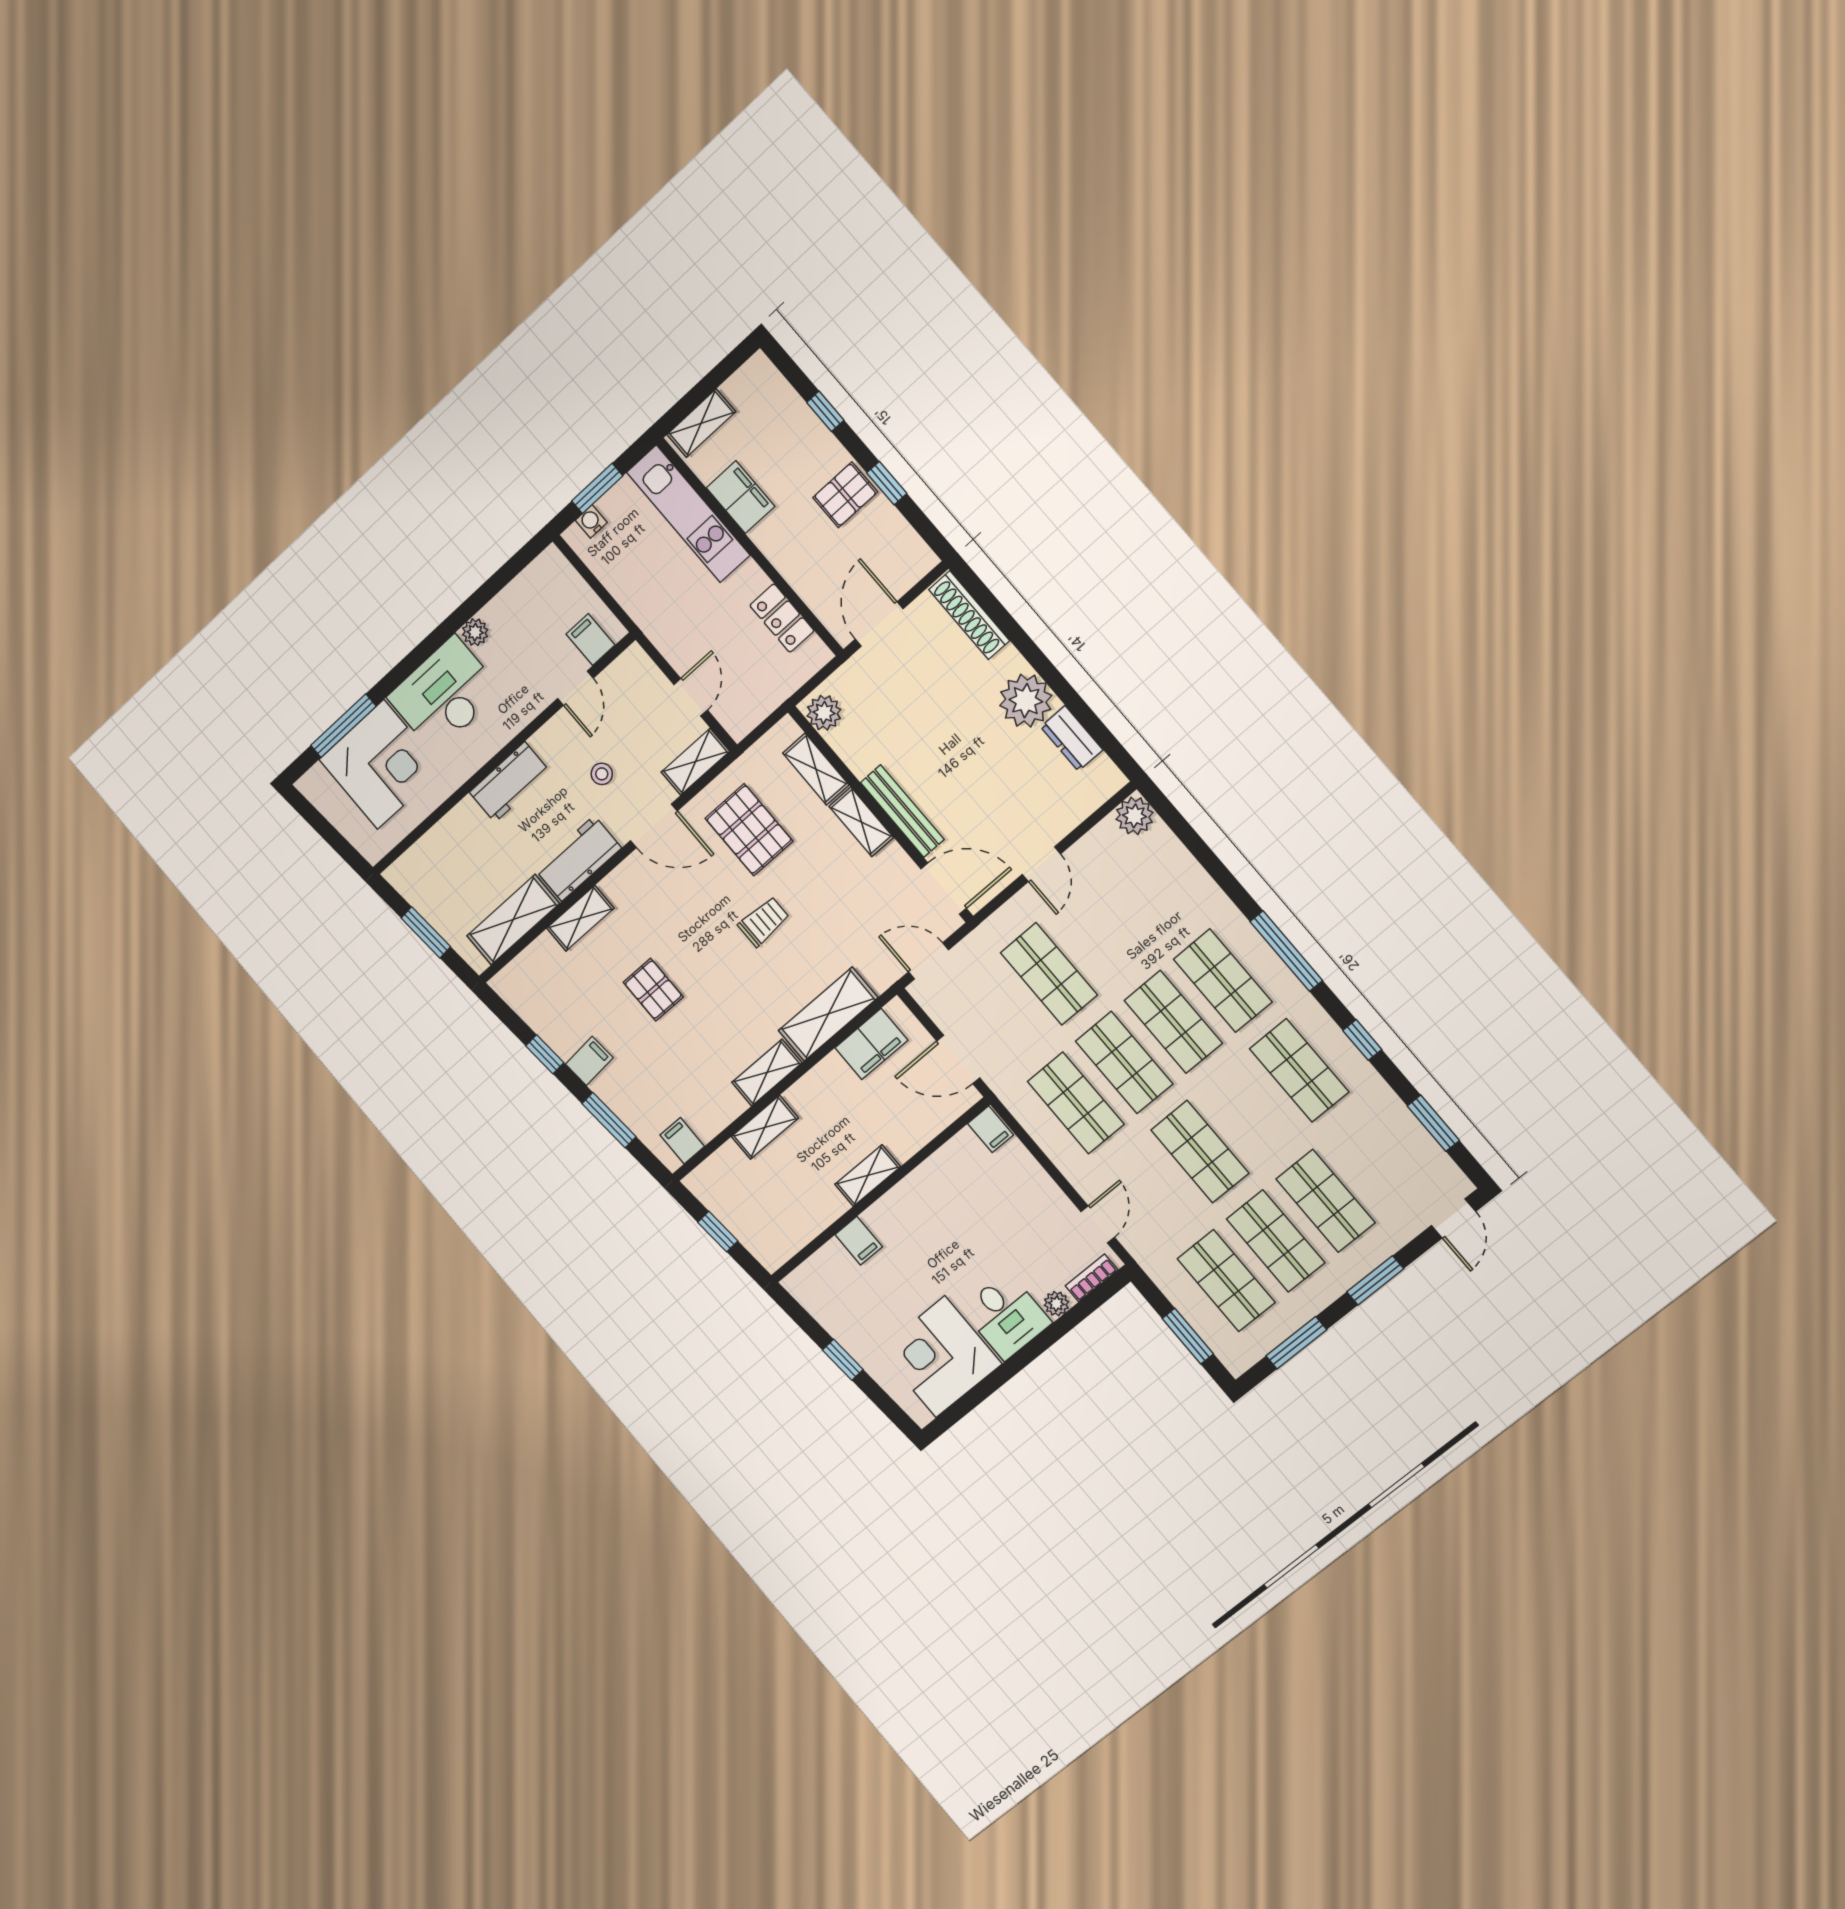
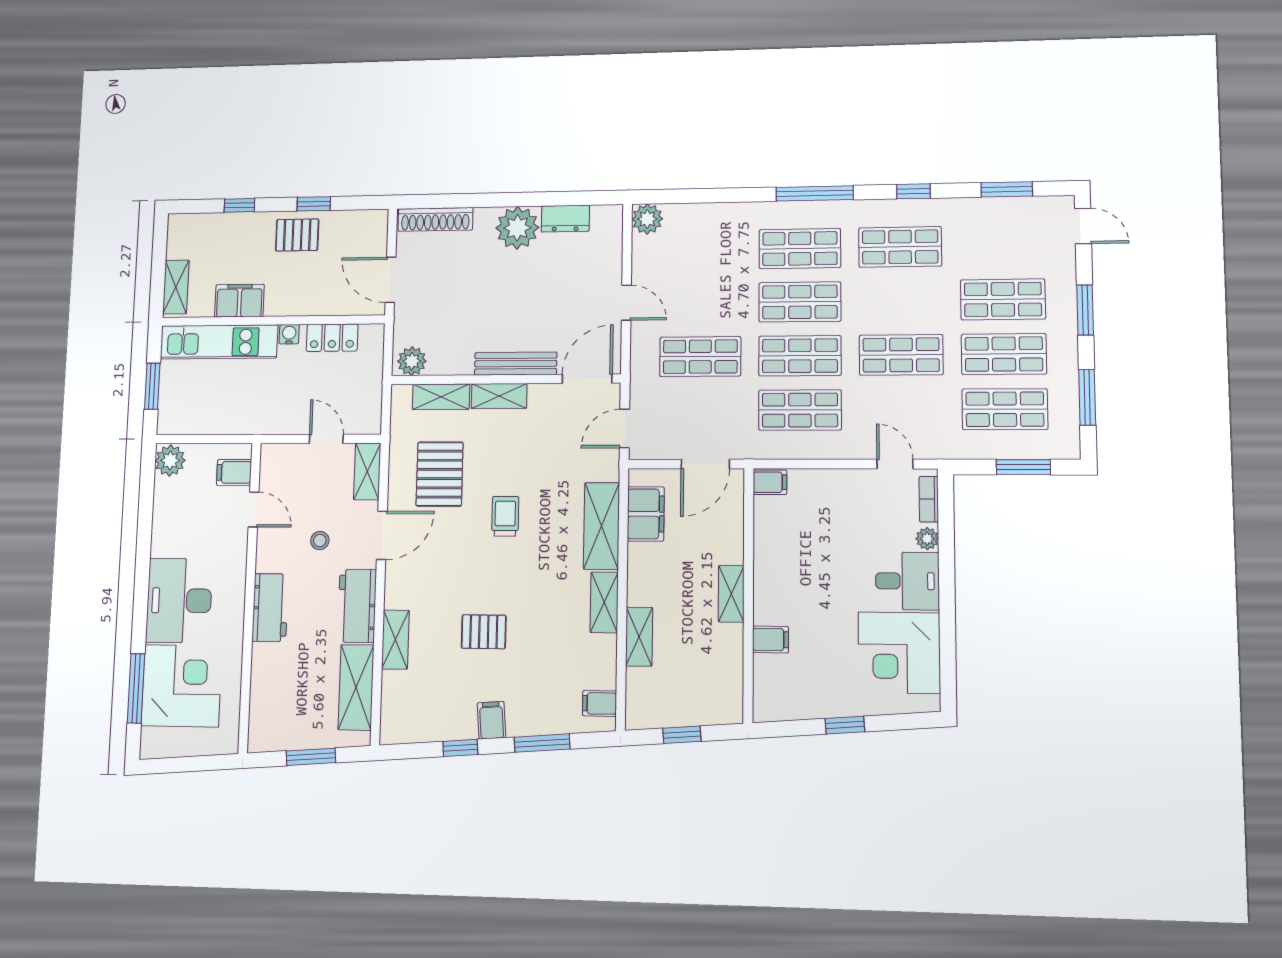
pallet: (845, 495) -> (297, 235), turned 90
water cooler: (591, 521) -> (289, 334), moved, turned 90
plant: (475, 632) -> (170, 460), moved, width x1.38, depth x1.38
pallet: (749, 830) -> (440, 474), turned 90

